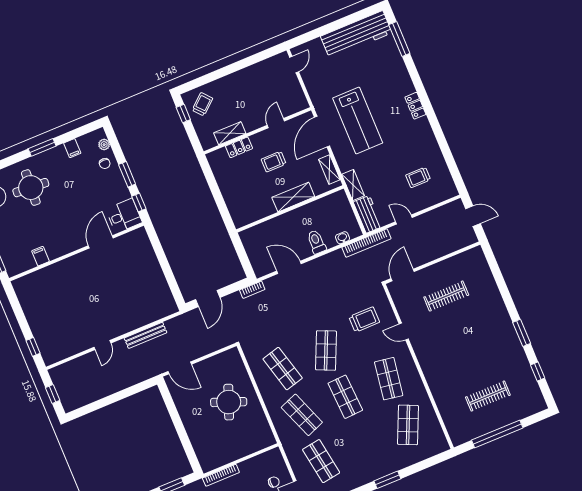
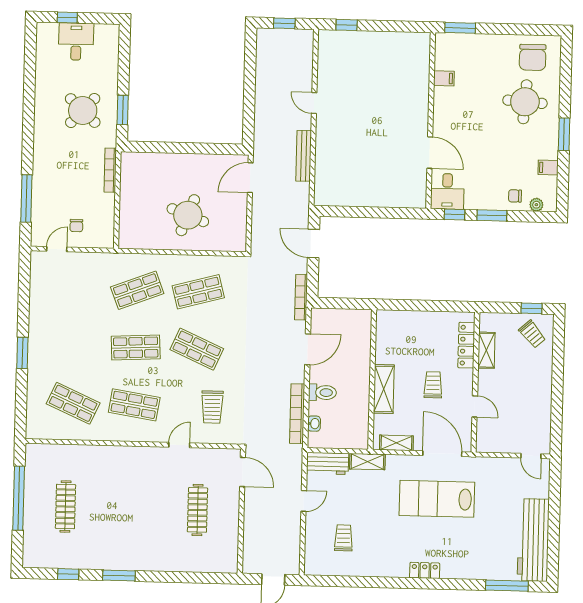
locker: (239, 147) -> (466, 345), width x1.53
bookcase: (366, 243) -> (297, 414), moved
bookcase: (252, 290) -> (301, 297), width x1.56
shop shelf: (321, 461) -> (76, 289), removed

